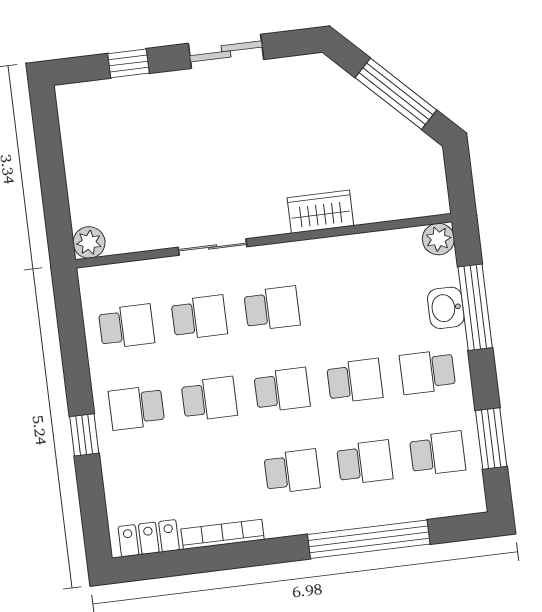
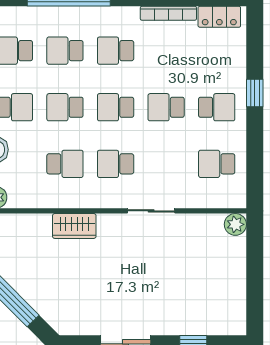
school desk: (199, 317) -> (65, 164), moved, turned 180

